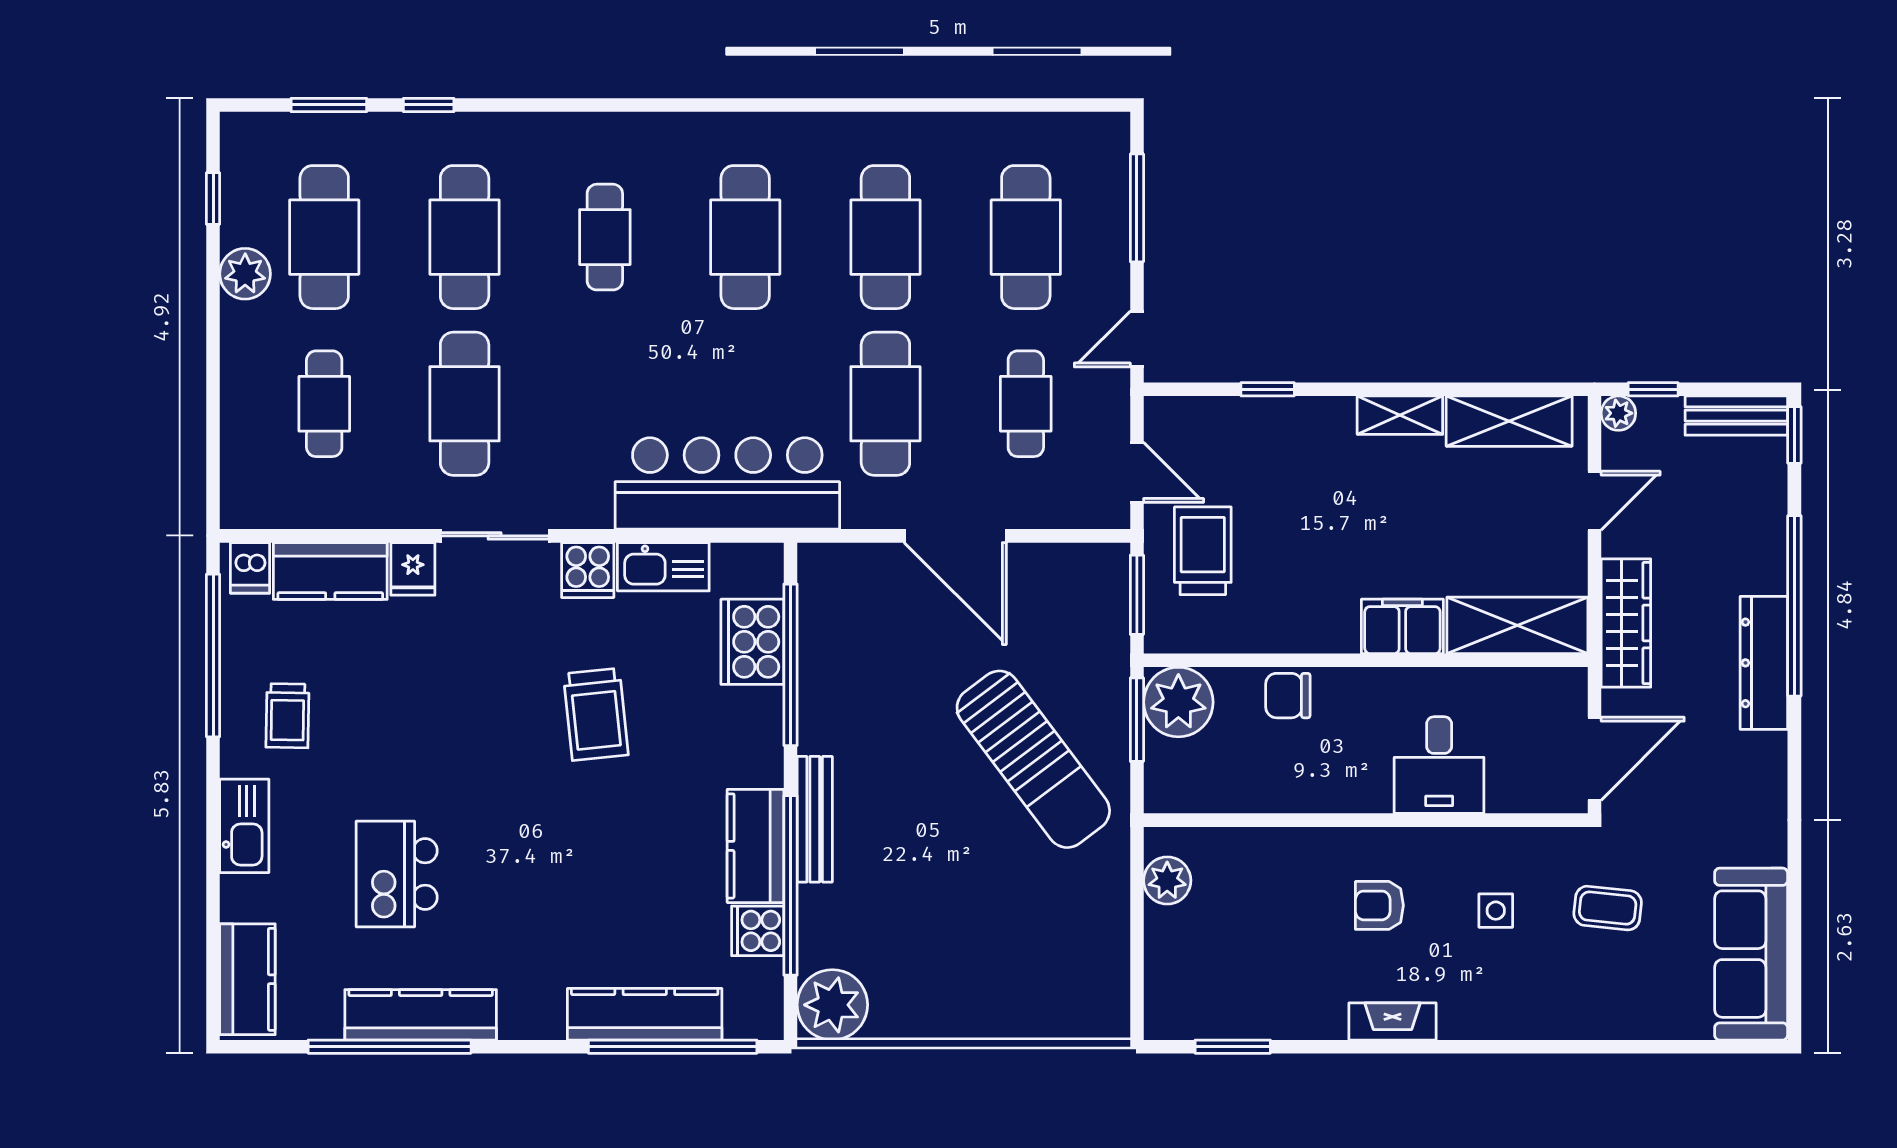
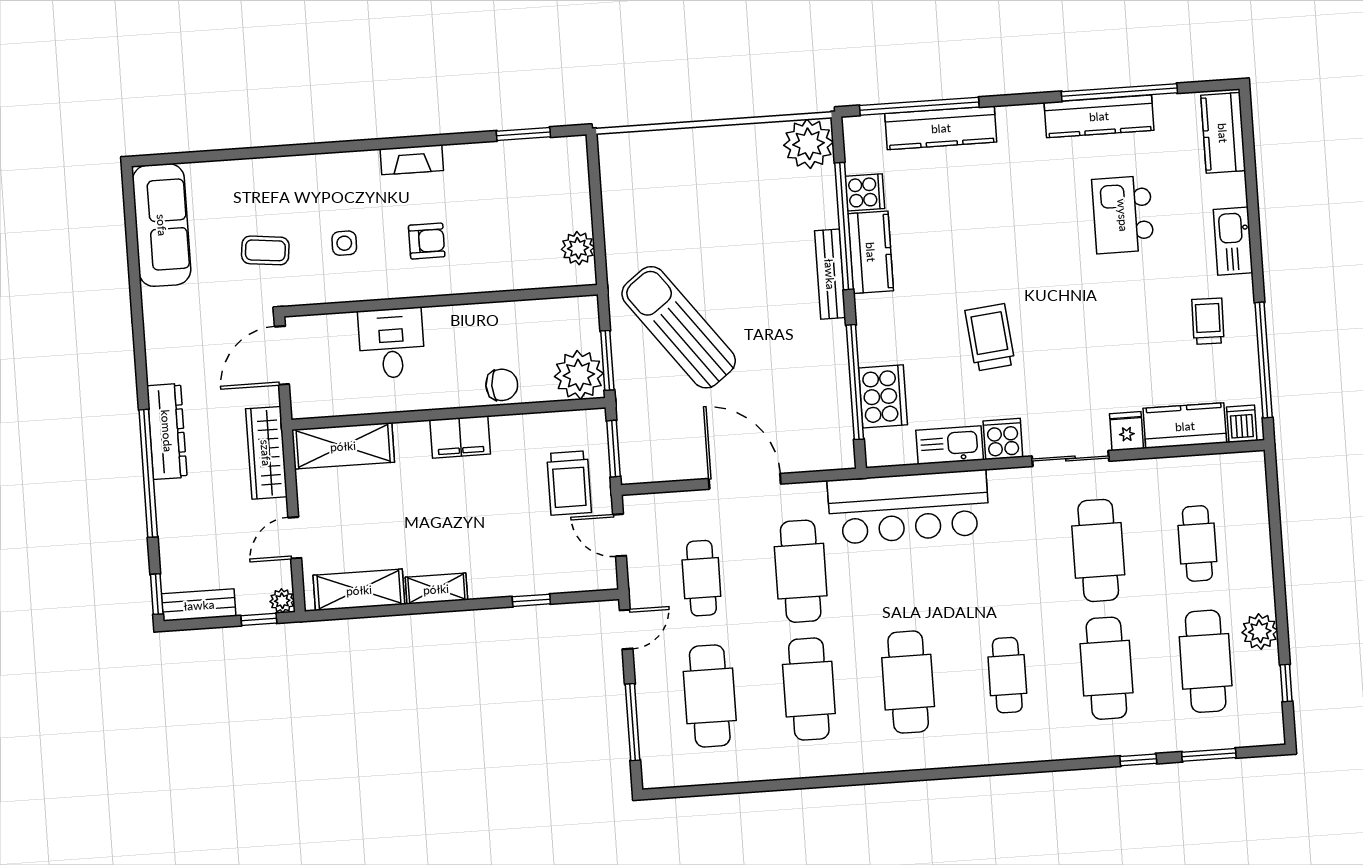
filing cabinet: (1402, 626) -> (460, 437), moved
kitchen island: (397, 874) -> (1123, 215), turned 180

